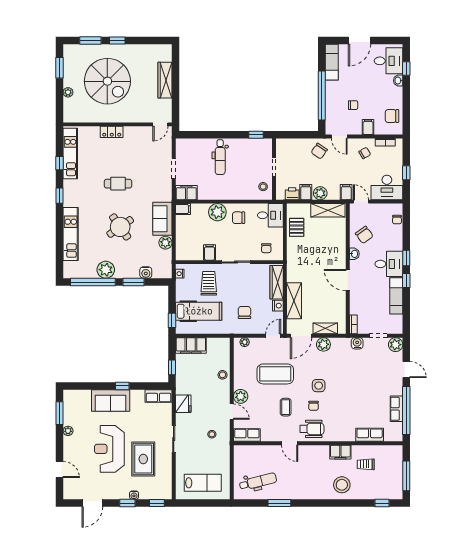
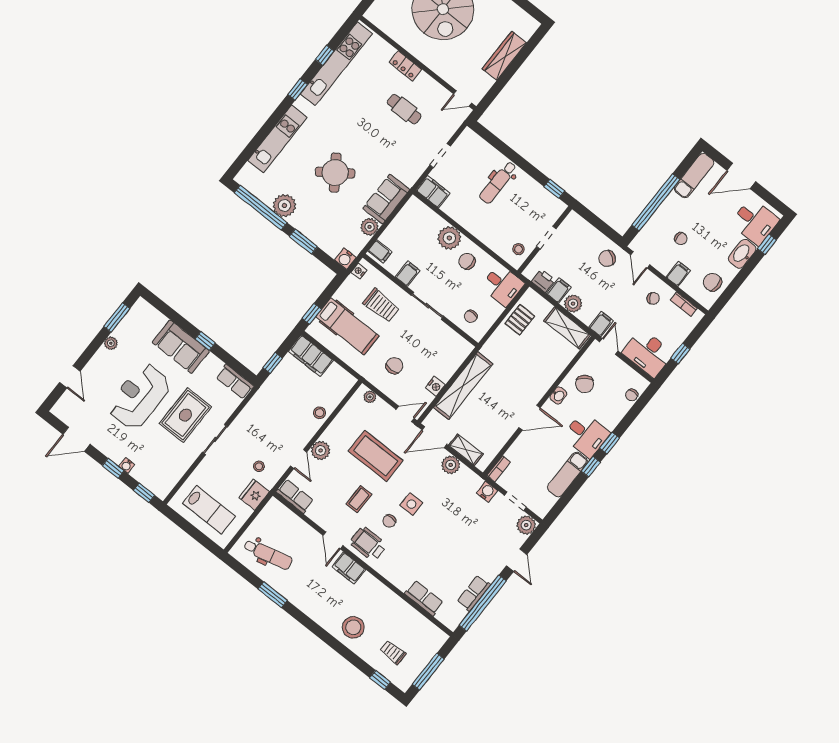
washbasin: (398, 81) -> (742, 254), width x1.91, depth x1.45
kitchen unit: (70, 154) -> (336, 64), width x1.36
cafe table: (118, 184) -> (404, 109), moved
filing cabinet: (183, 209) -> (380, 251), moved
water cooler: (146, 273) -> (345, 259), moved
door: (348, 280) -> (530, 418), swing flipped
wardrobe: (277, 282) -> (453, 361), removed
trolley: (209, 283) -> (381, 305), turned 90
shelving: (294, 301) -> (463, 386), width x1.47
fridge: (183, 404) -> (254, 495), moved, turned 180
wheelchair: (312, 429) -> (368, 544), turned 180
filing cabinet: (340, 452) -> (349, 568), moved
rug: (143, 459) -> (185, 415), moved
trolley: (366, 464) -> (393, 652), moved

